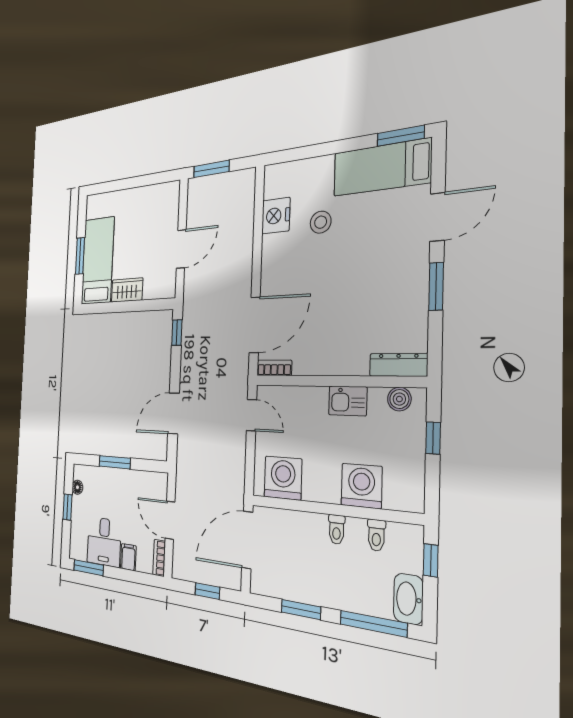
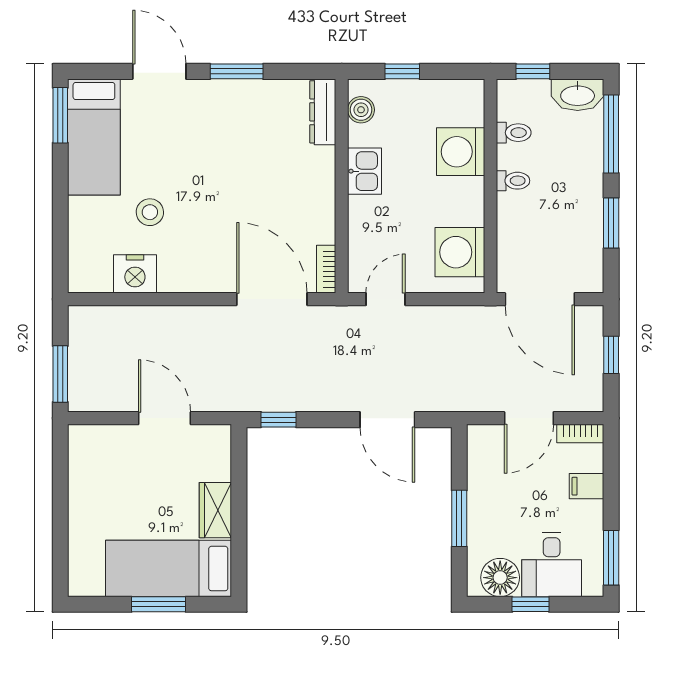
floor lamp: (77, 487) -> (500, 578), width x1.89, depth x1.89
desk: (104, 542) -> (552, 565), moved, turned 90

